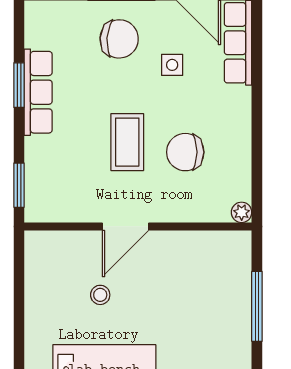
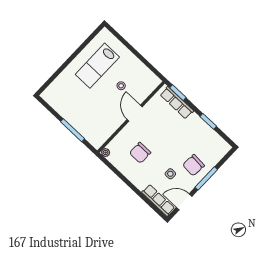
row of seats: (38, 92) -> (177, 103), moved
coffee table: (127, 142) -> (160, 138), removed
chair: (185, 152) -> (140, 153), turned 180

